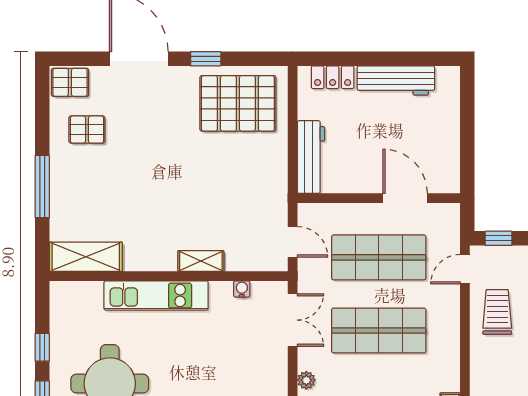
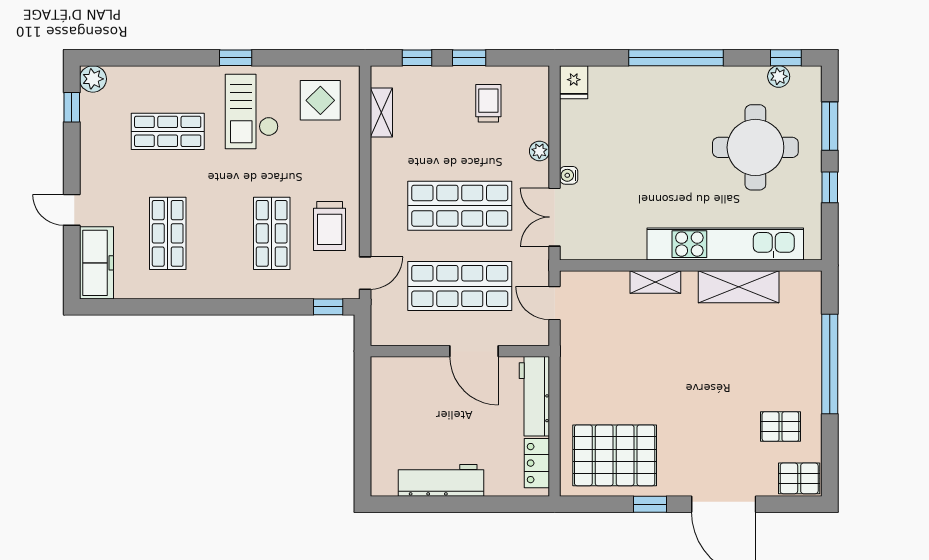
locker: (333, 77) -> (537, 463), moved, turned -90
window: (42, 186) -> (830, 364), width x1.46
door: (405, 198) -> (474, 351), moved
shelving: (86, 257) -> (739, 287), moved
water cooler: (242, 289) -> (569, 175), moved, turned 90
kitchen unit: (156, 296) -> (725, 244), width x1.36

